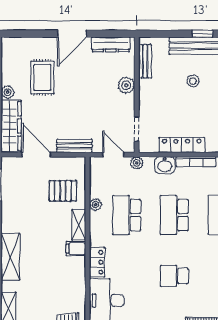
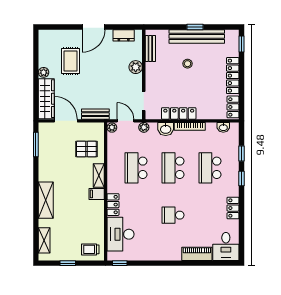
dresser: (111, 44) -> (124, 35), width x0.70
plant: (96, 205) -> (112, 128), moved

